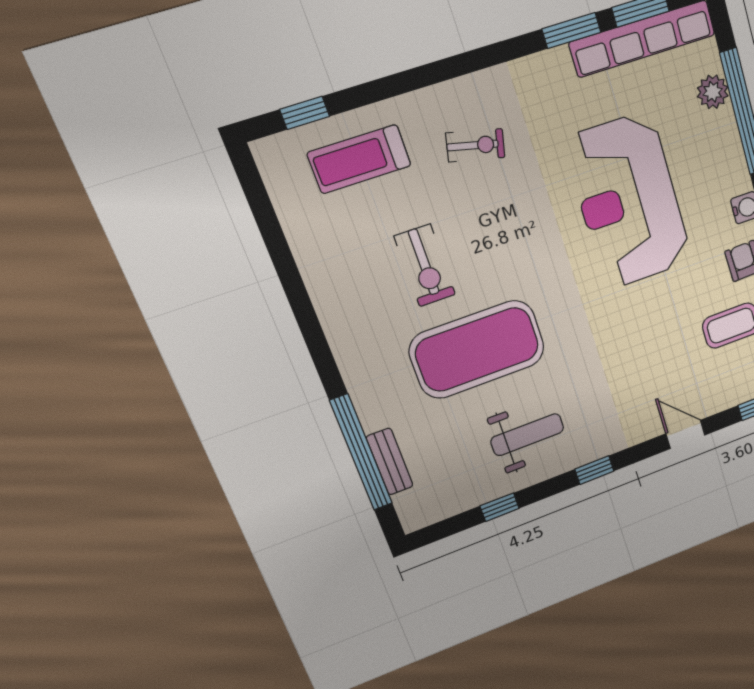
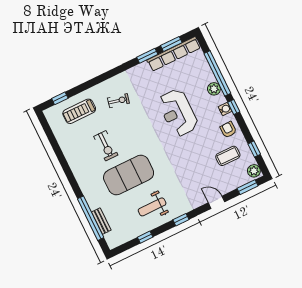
plant: (713, 92) -> (214, 89), moved
reception desk: (629, 201) -> (178, 113), width x0.74, depth x0.77
weight bench: (527, 435) -> (152, 207), turned 180

